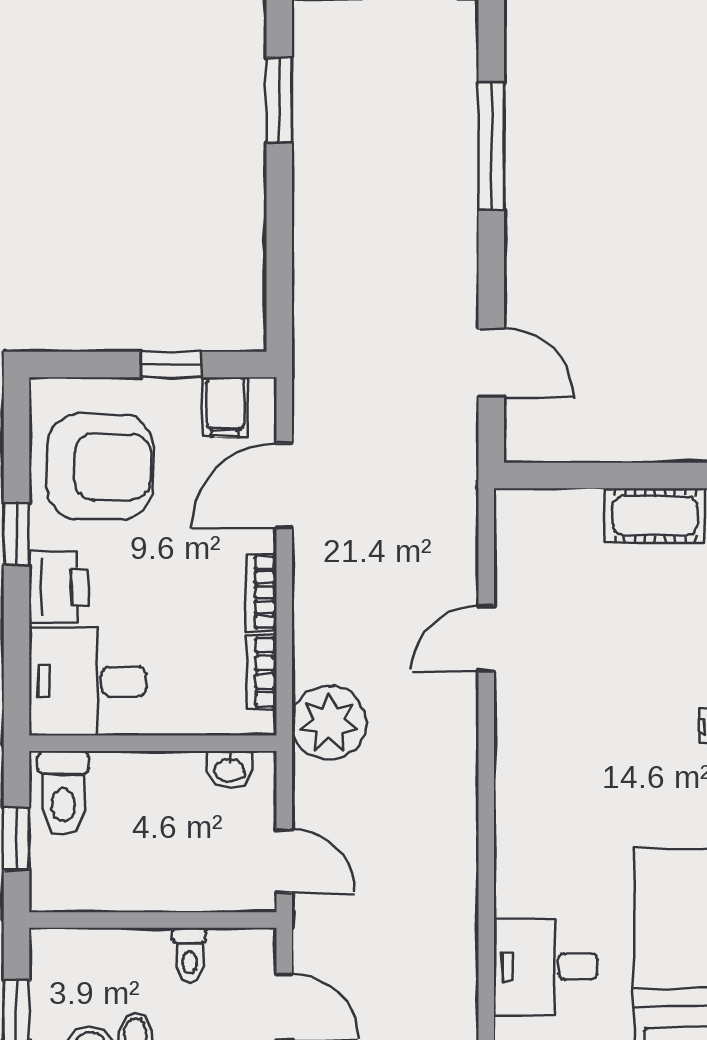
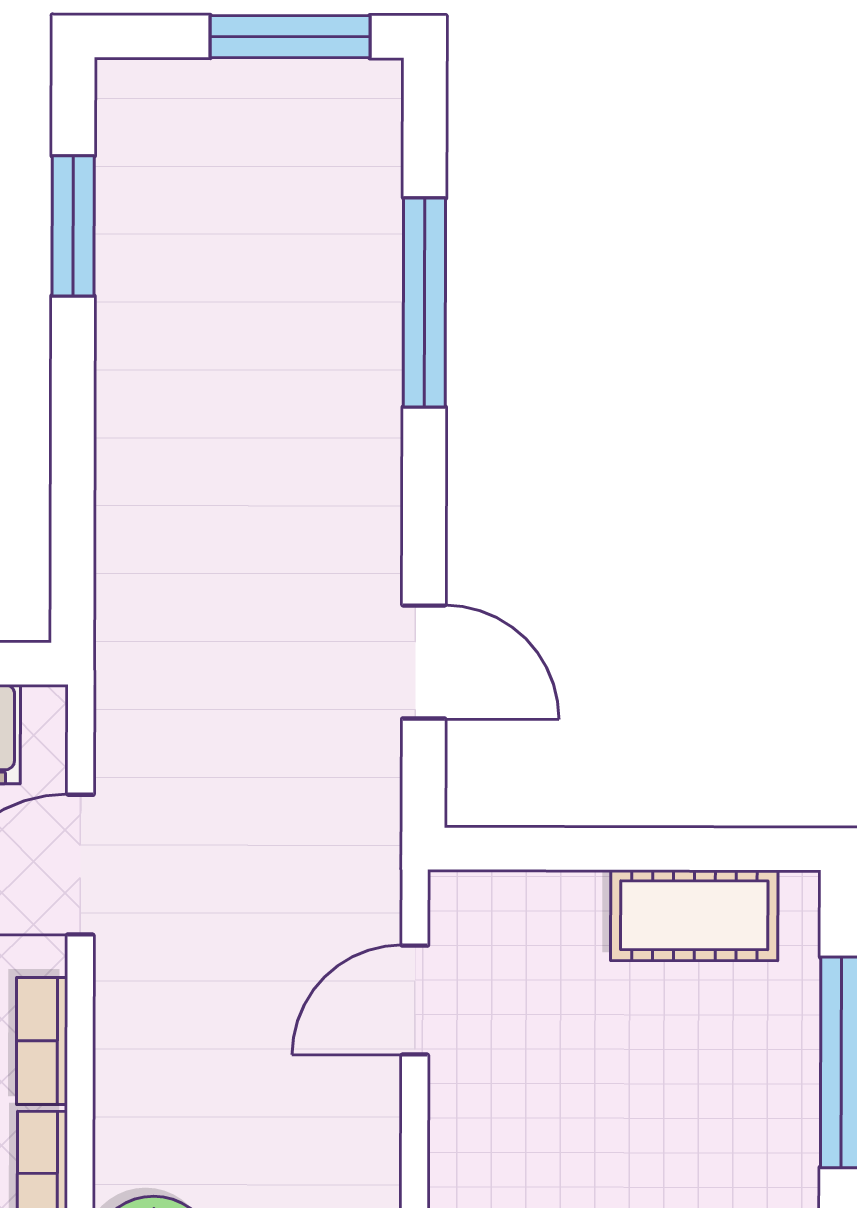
door: (486, 638) -> (415, 1000), moved

